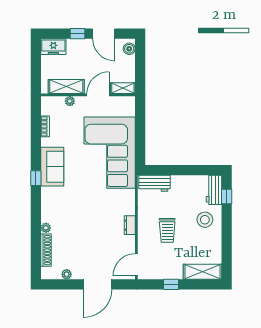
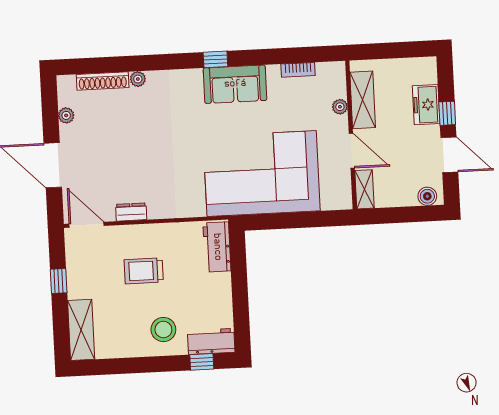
door: (104, 34) -> (449, 155), swing flipped
freezer: (53, 47) -> (426, 105), moved
dresser: (130, 225) -> (131, 212), moved

